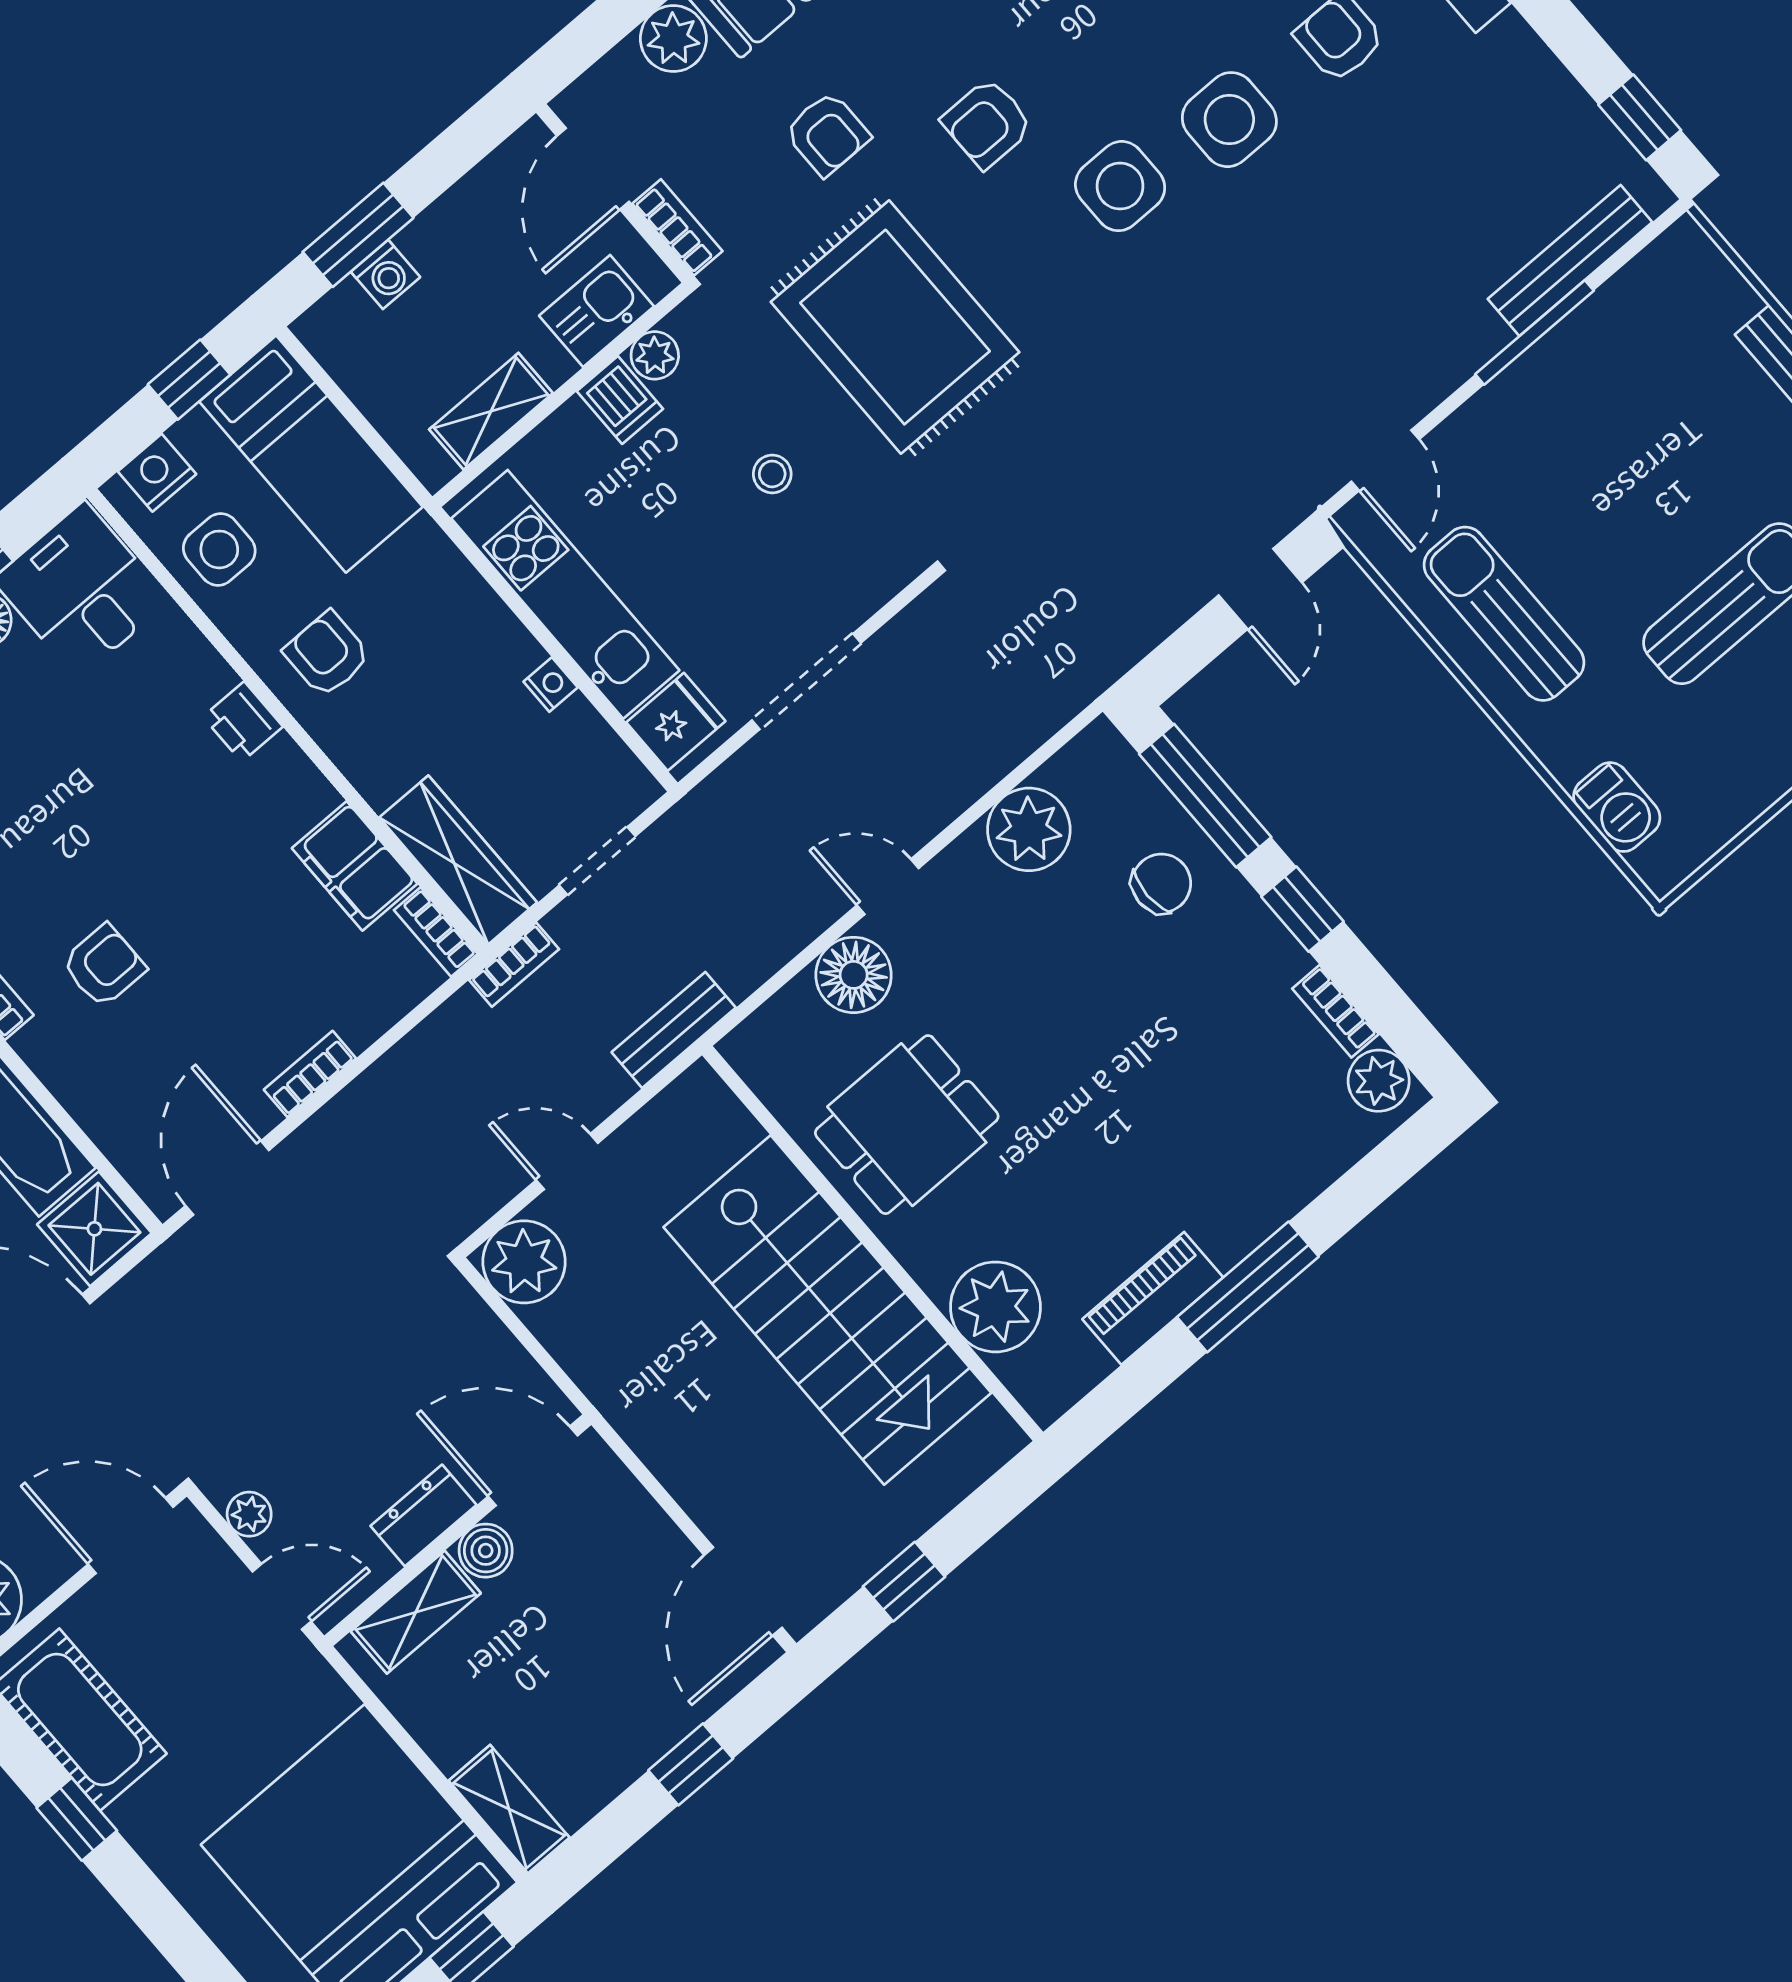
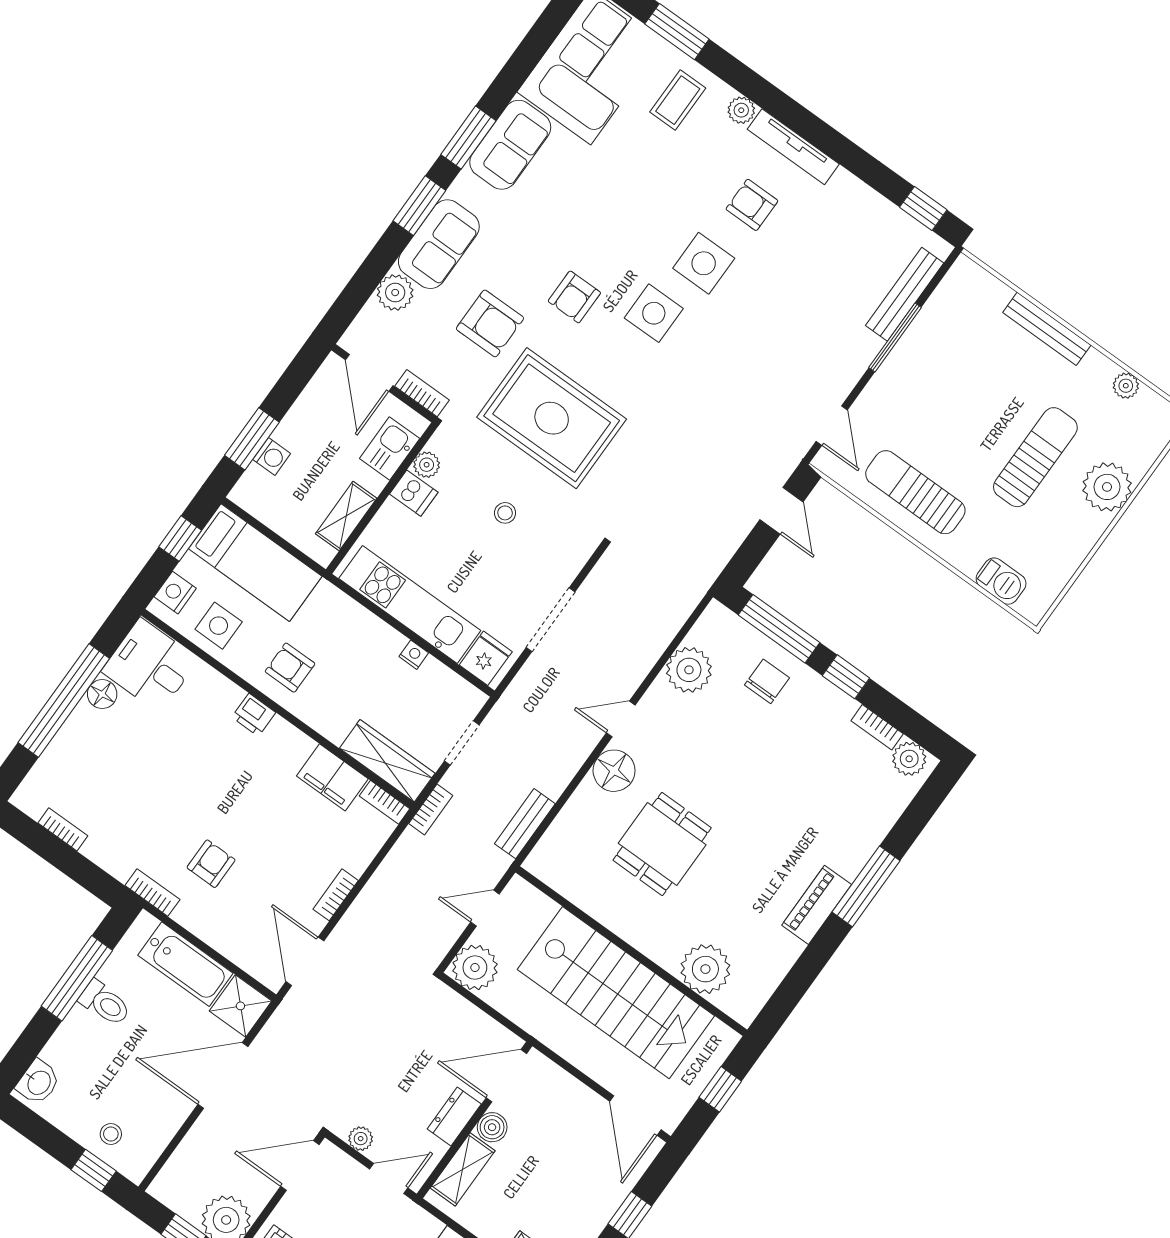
armchair: (827, 134) -> (490, 323), width x1.38, depth x1.38
wall: (873, 1243) -> (631, 951), moved
plant: (995, 1307) -> (705, 969), moved
stairs: (827, 1310) -> (616, 993), moved

